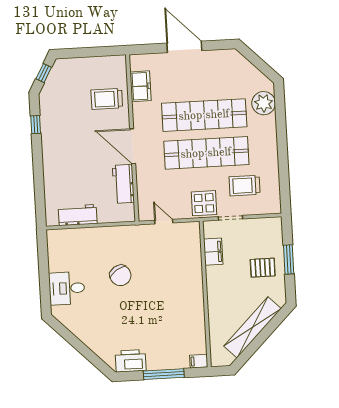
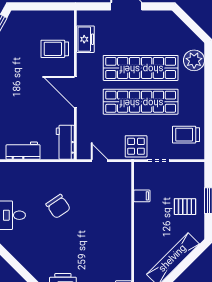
workbench: (123, 184) -> (65, 142), moved
trolley: (245, 186) -> (186, 135), moved
filing cabinet: (213, 252) -> (142, 196), width x0.50

